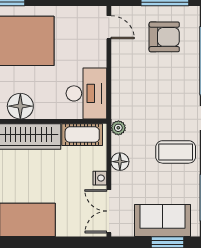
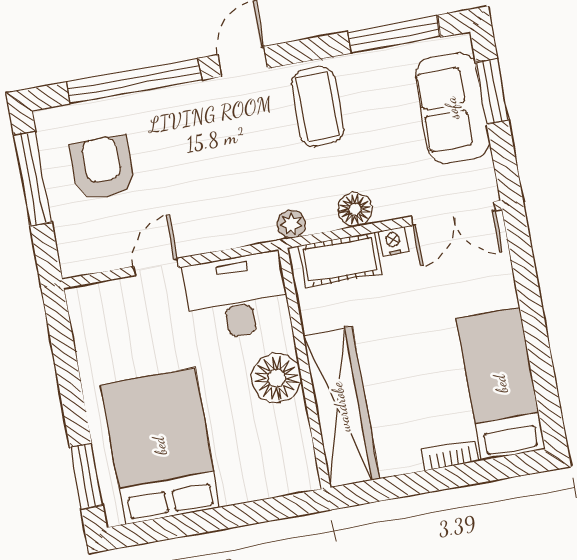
door: (109, 27) -> (156, 267), moved
floor lamp: (20, 106) -> (276, 378), moved
cot: (82, 135) -> (340, 260), moved, turned 90

